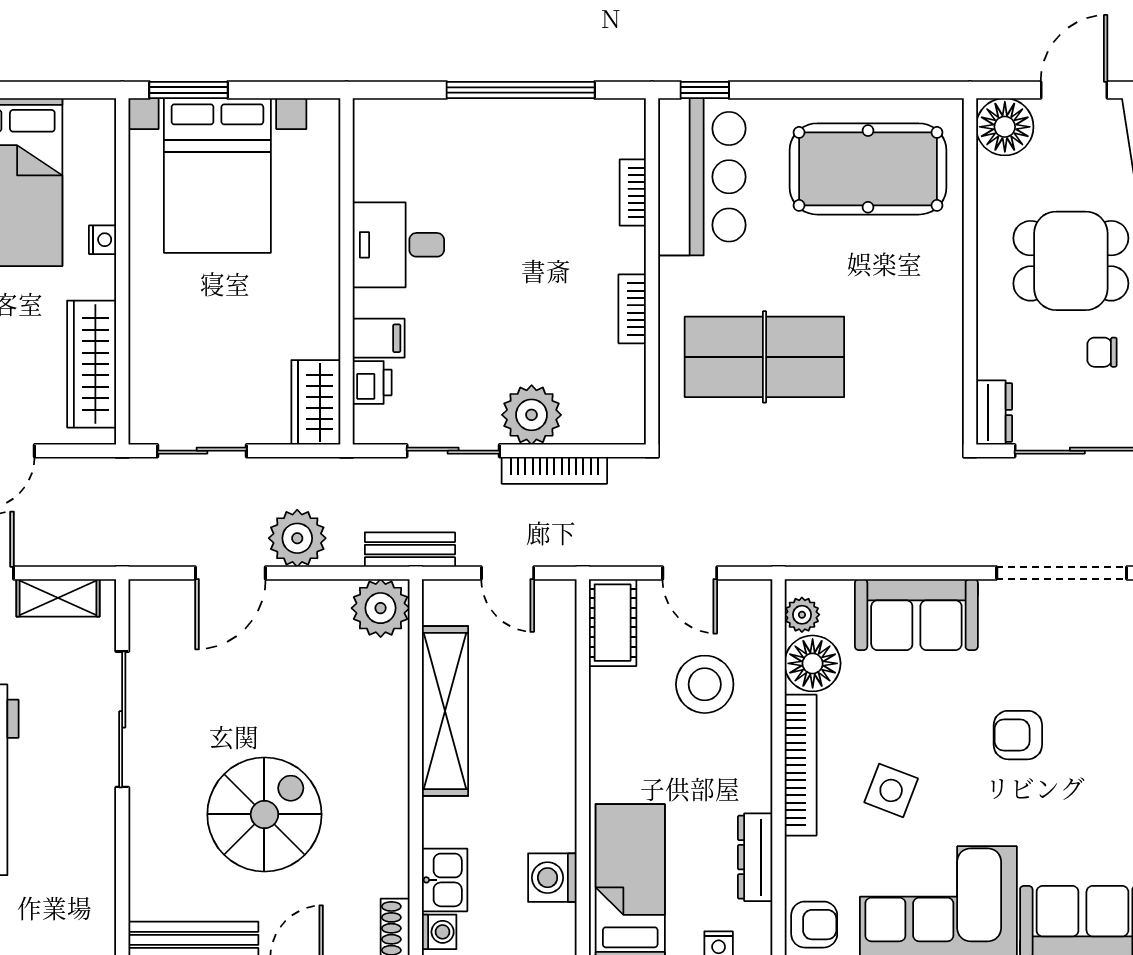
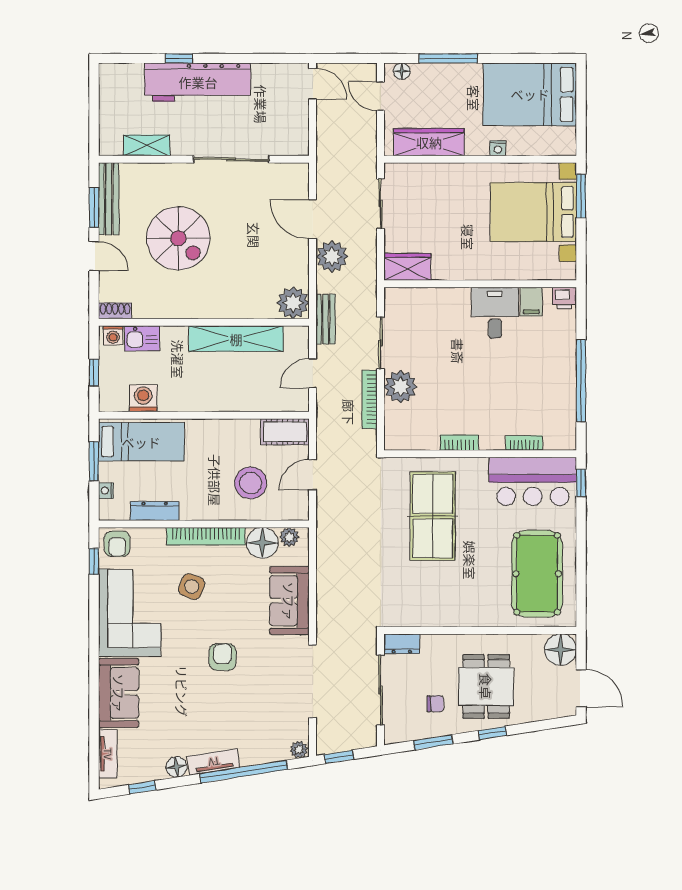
filing cabinet: (379, 338) -> (531, 302), moved
chair: (1102, 352) -> (435, 704), turned 90
printer: (372, 382) -> (565, 298), moved
shelving: (58, 598) -> (147, 145), moved, turned 90

